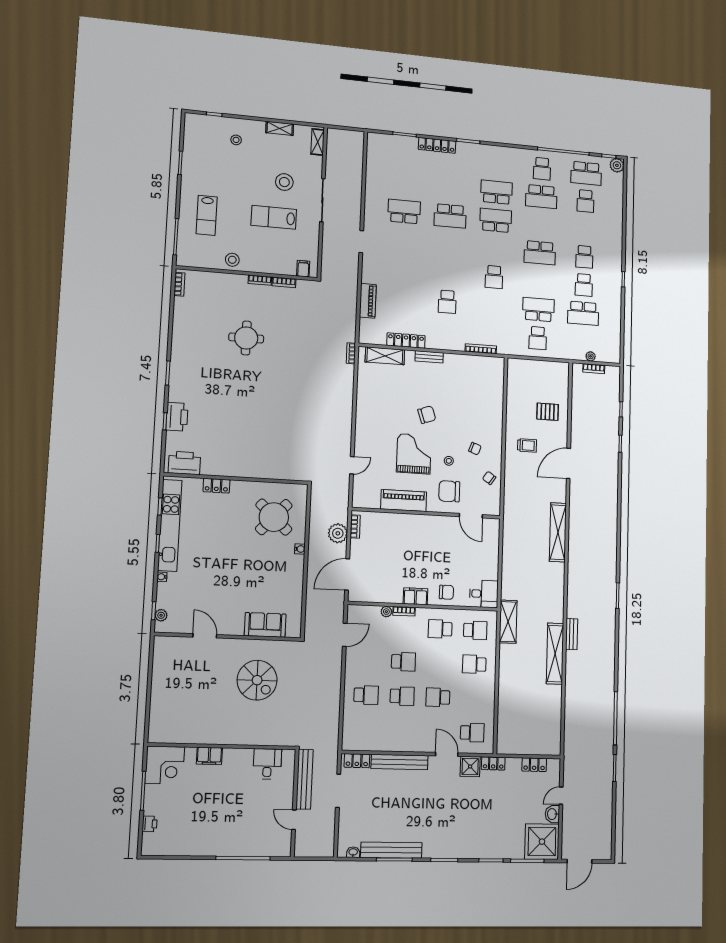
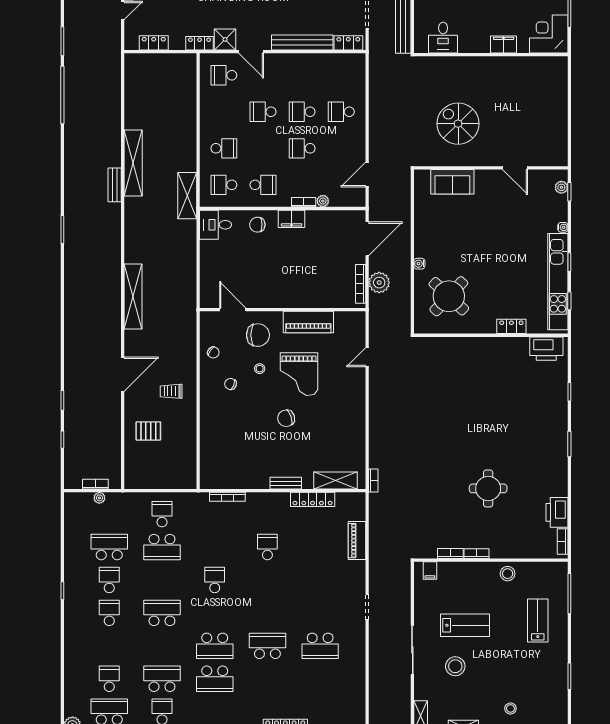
printer: (177, 417) -> (557, 512), moved
bookcase: (355, 527) -> (361, 284), width x1.56
school desk: (438, 697) -> (263, 112), turned 180

